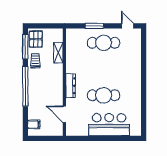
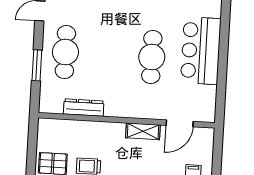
shelving: (58, 53) -> (143, 131), moved
dresser: (71, 86) -> (84, 108), moved

